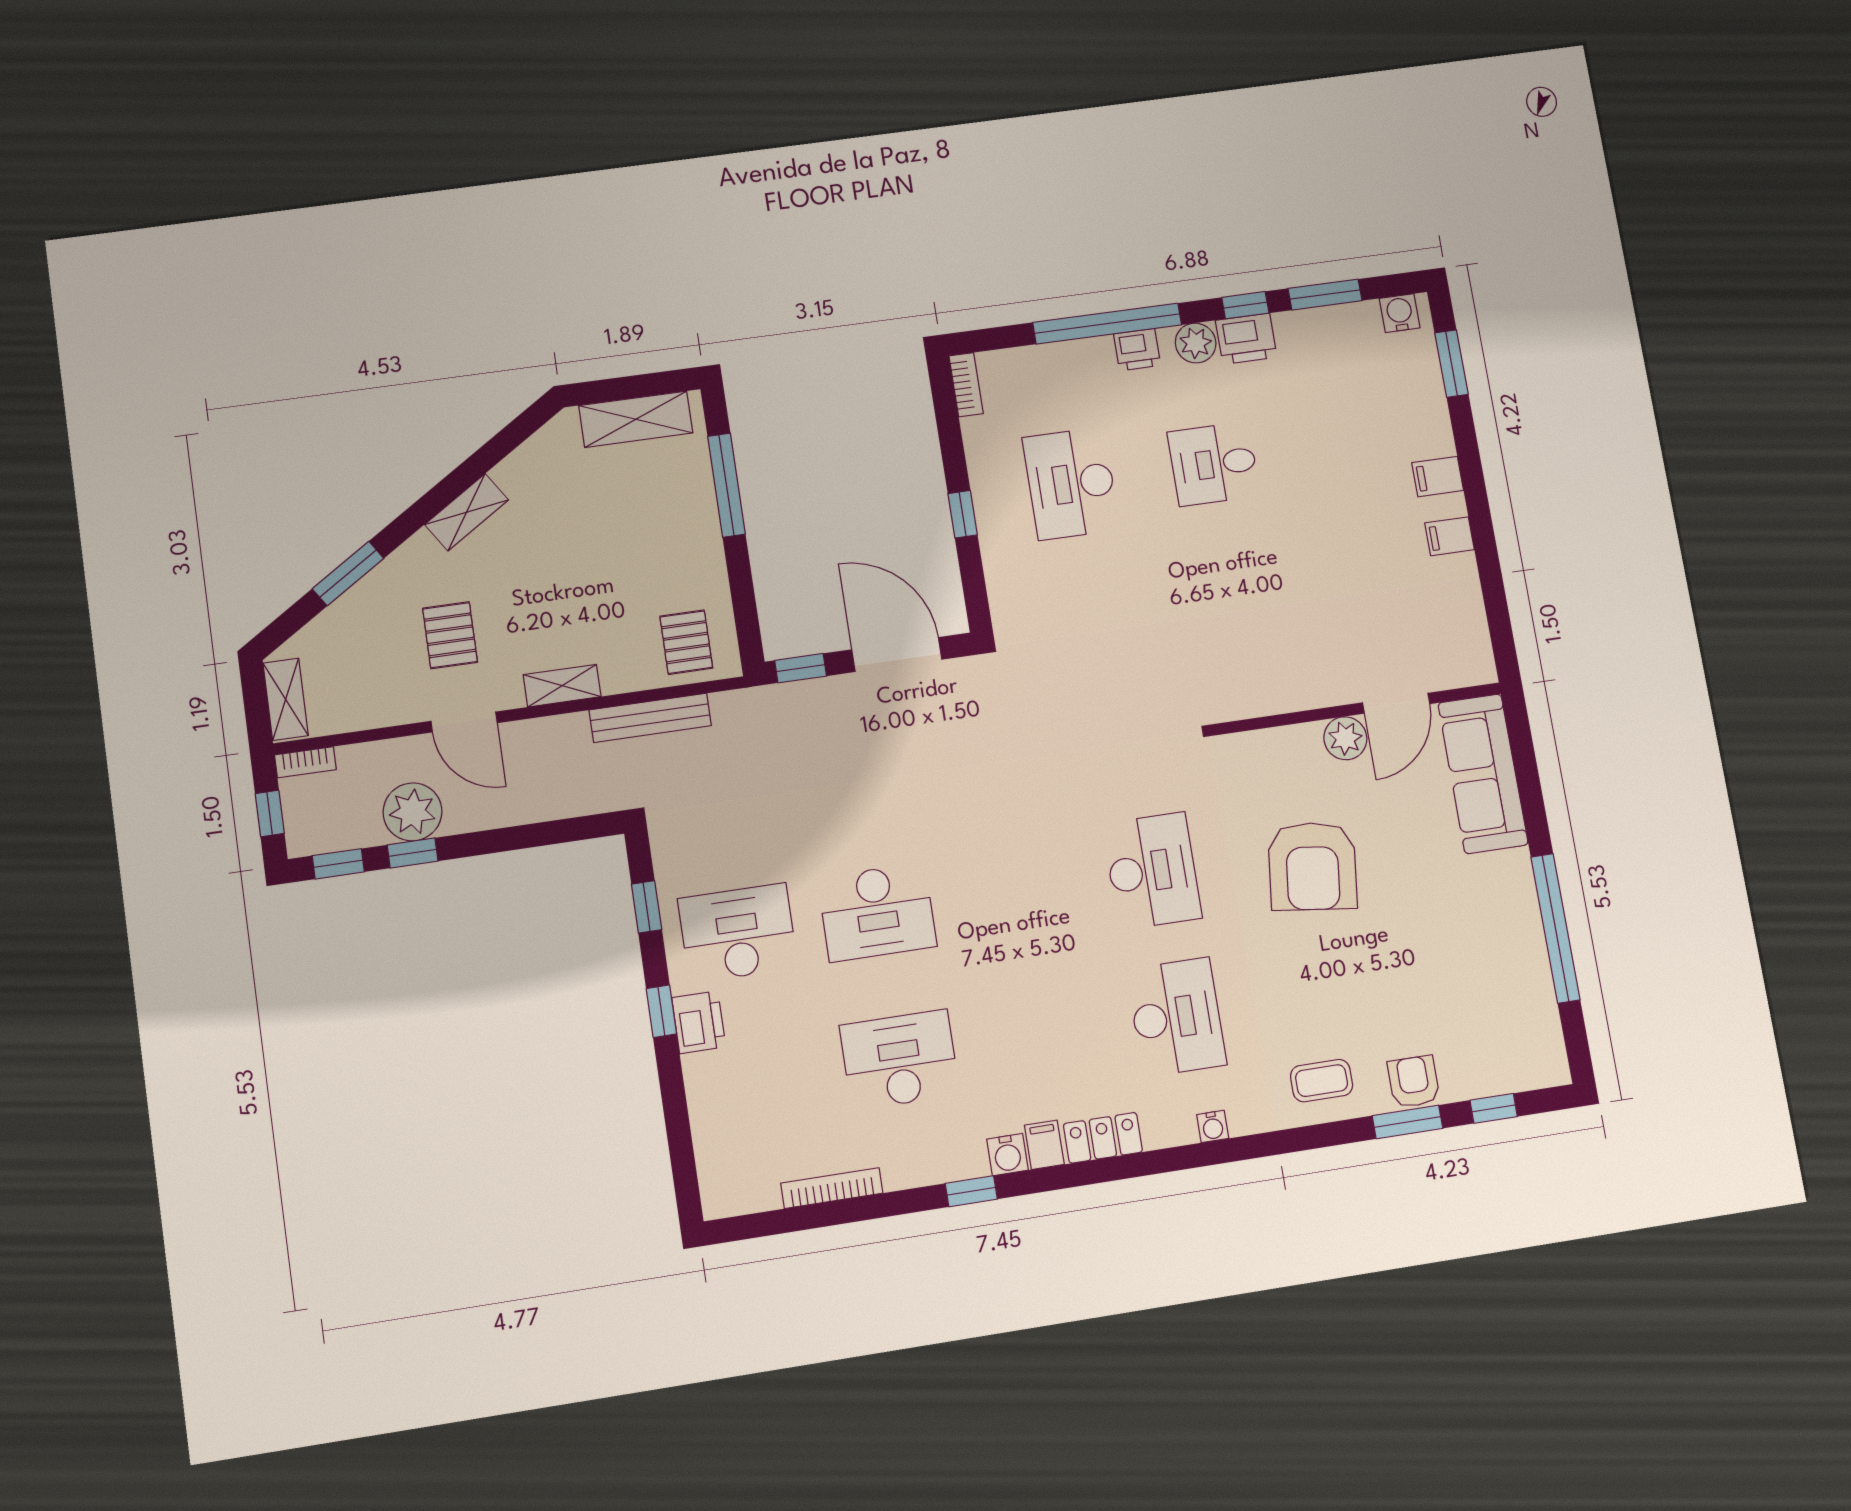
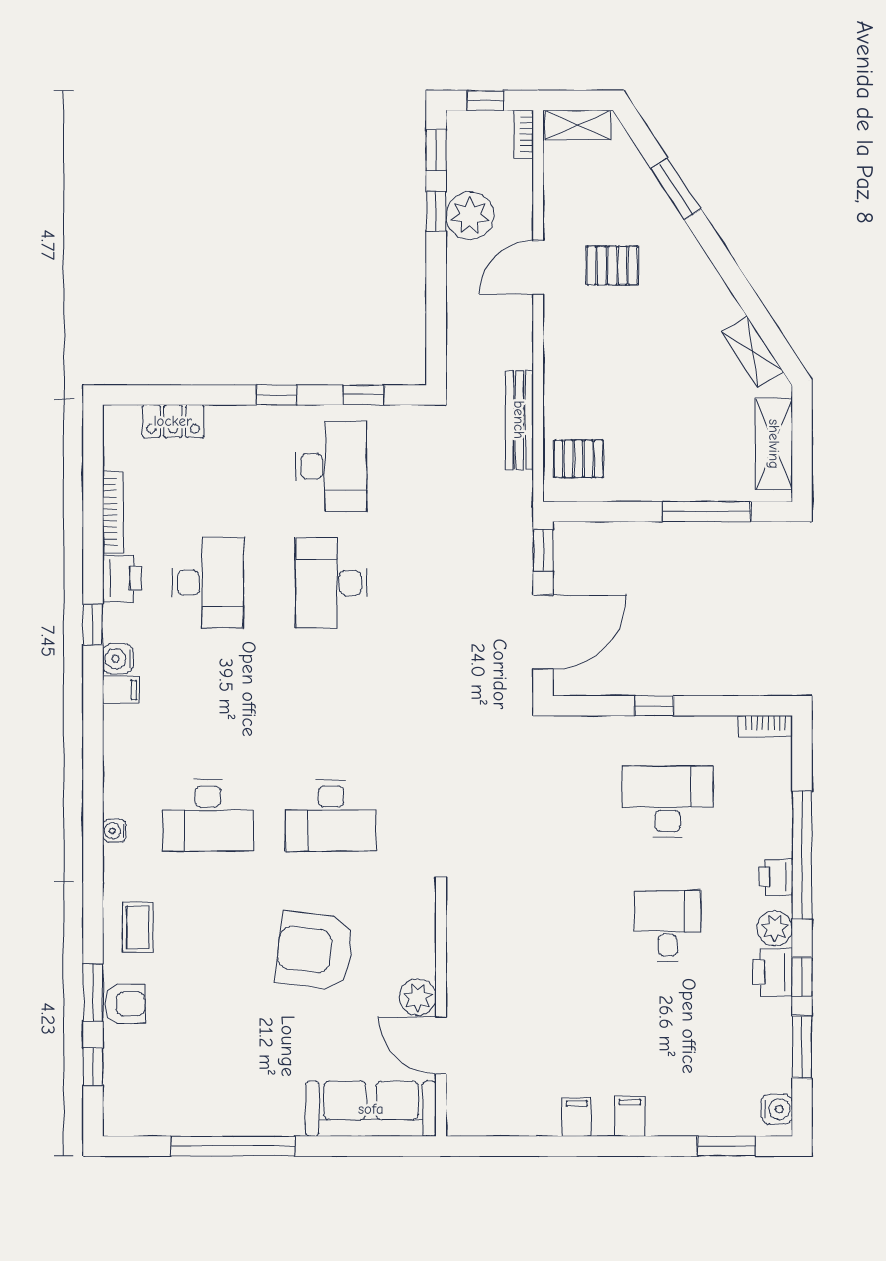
shelving: (467, 512) -> (752, 352), moved
shelving: (562, 686) -> (557, 352), removed
printer: (699, 1022) -> (122, 578), moved, turned -90
locker: (1103, 1138) -> (173, 421), moved, turned 90

